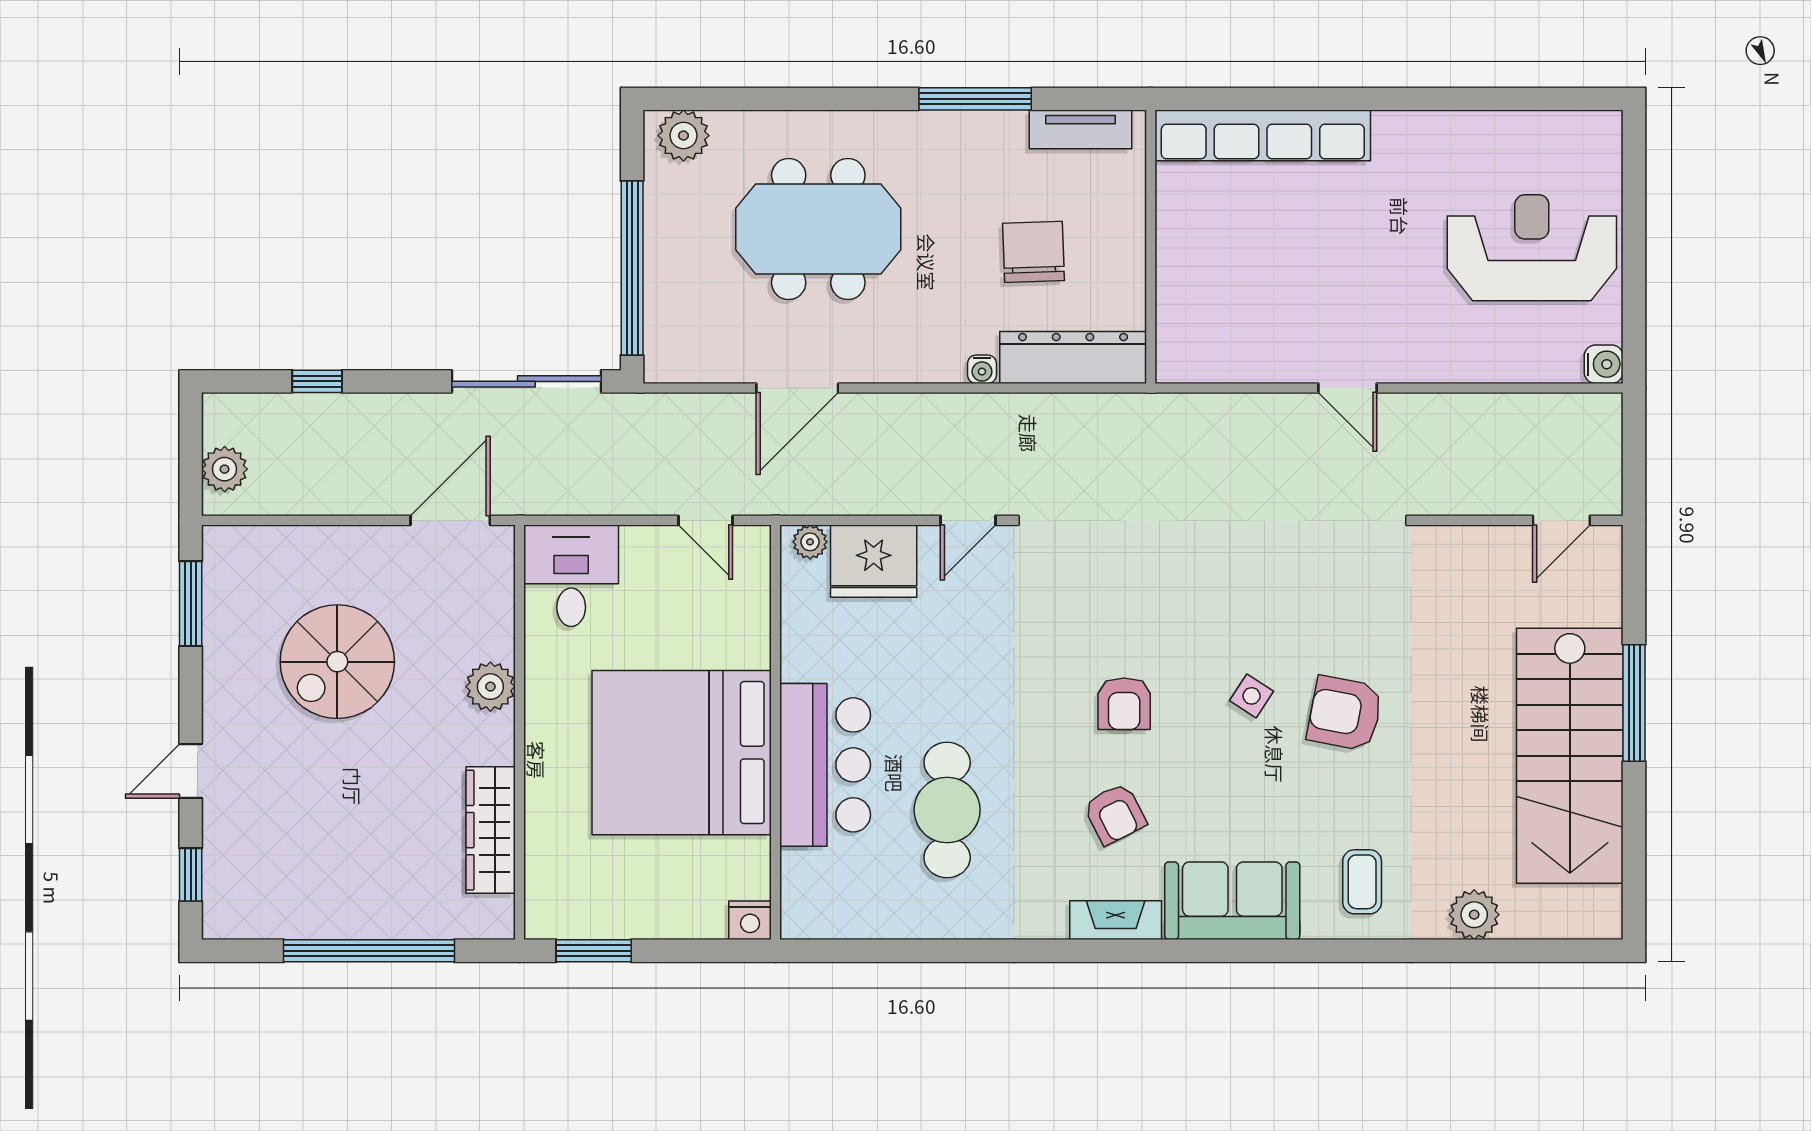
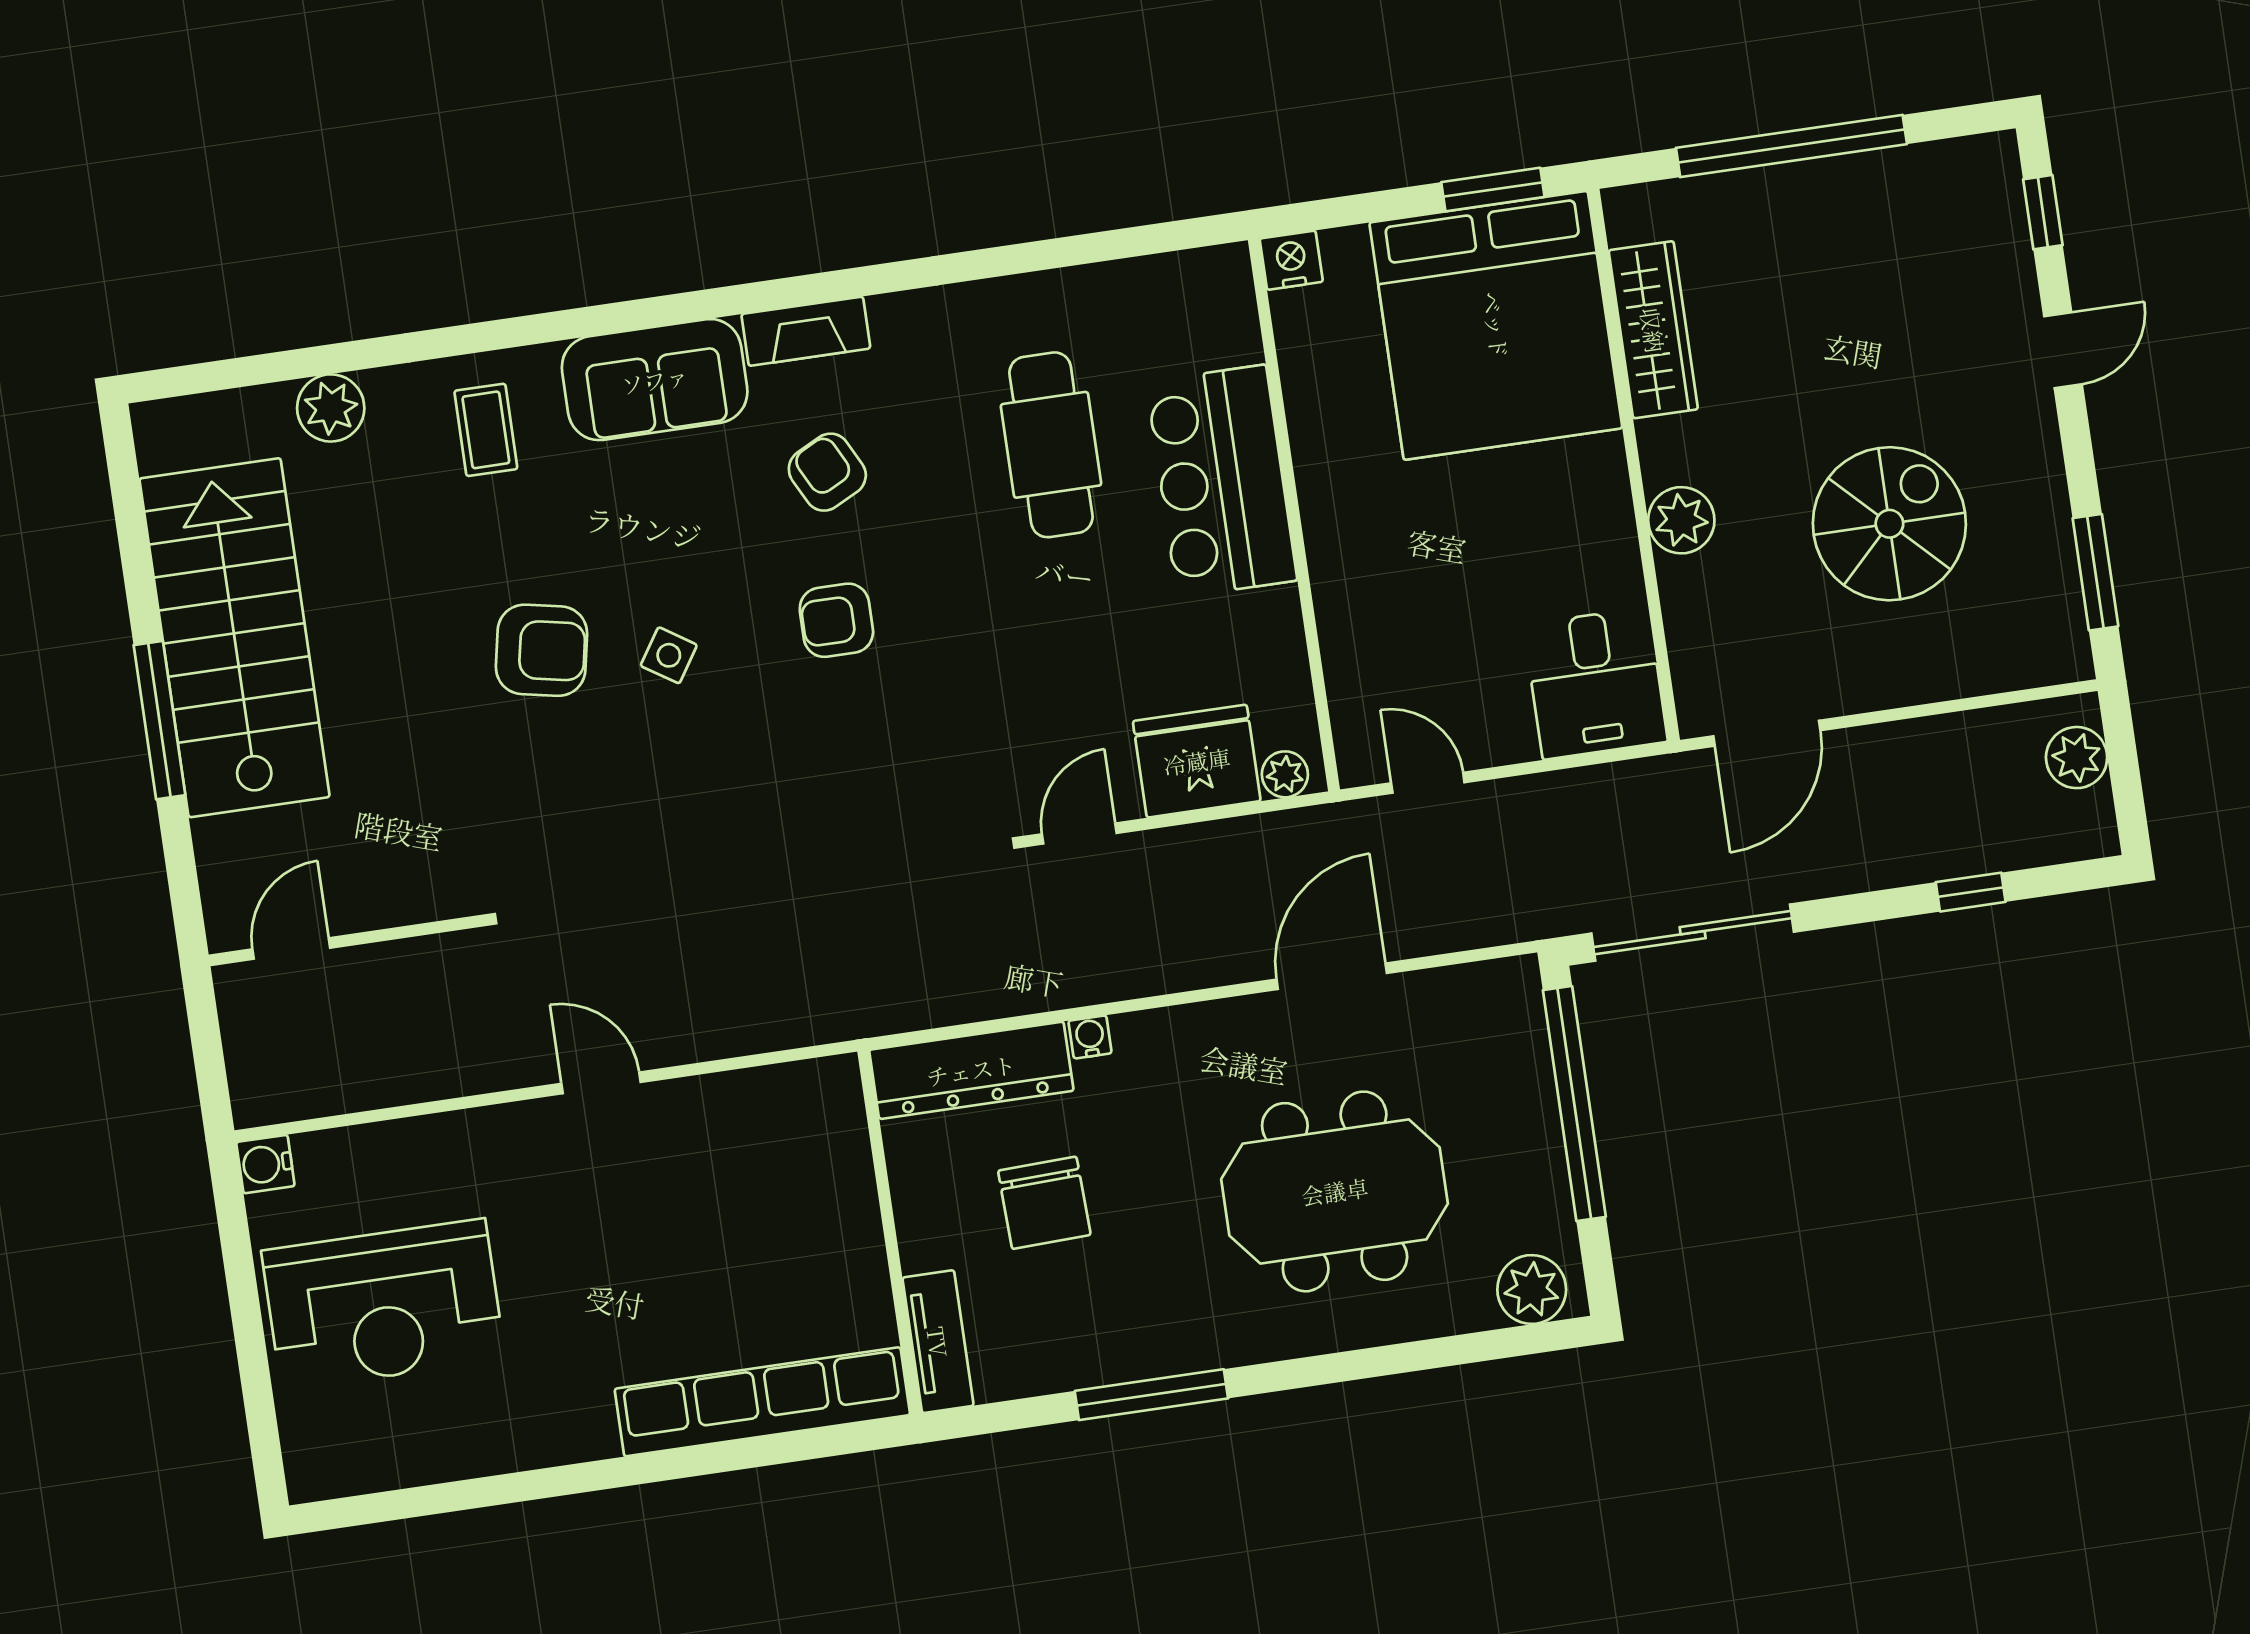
tv unit: (1081, 129) -> (938, 1342), moved, turned 90
armchair: (1124, 704) -> (836, 620), turned -90
bed: (682, 753) -> (1496, 325), moved, turned 90

